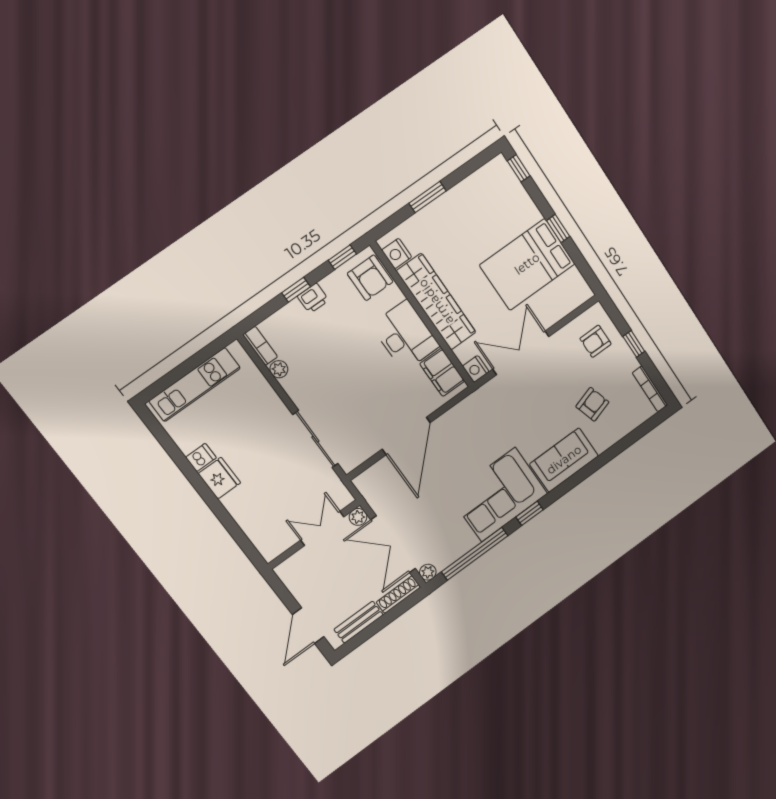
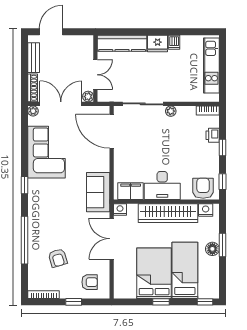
floor lamp: (442, 208) -> (212, 249), added
bed: (496, 225) -> (185, 270), added
armchair: (370, 278) -> (203, 188), turned 90
printer: (313, 298) -> (213, 135), moved
armchair: (596, 341) -> (90, 282), turned 90
double door: (521, 353) -> (112, 239), swing flipped
plant: (279, 369) -> (171, 111), moved
door: (406, 436) -> (112, 131), moved
sofa: (564, 460) -> (98, 192), moved, turned 180
corner sofa: (498, 495) -> (47, 152), moved
kitchen counter: (254, 525) -> (122, 43), added
window: (475, 554) -> (25, 240), moved
door: (308, 626) -> (51, 32), hinge flipped

